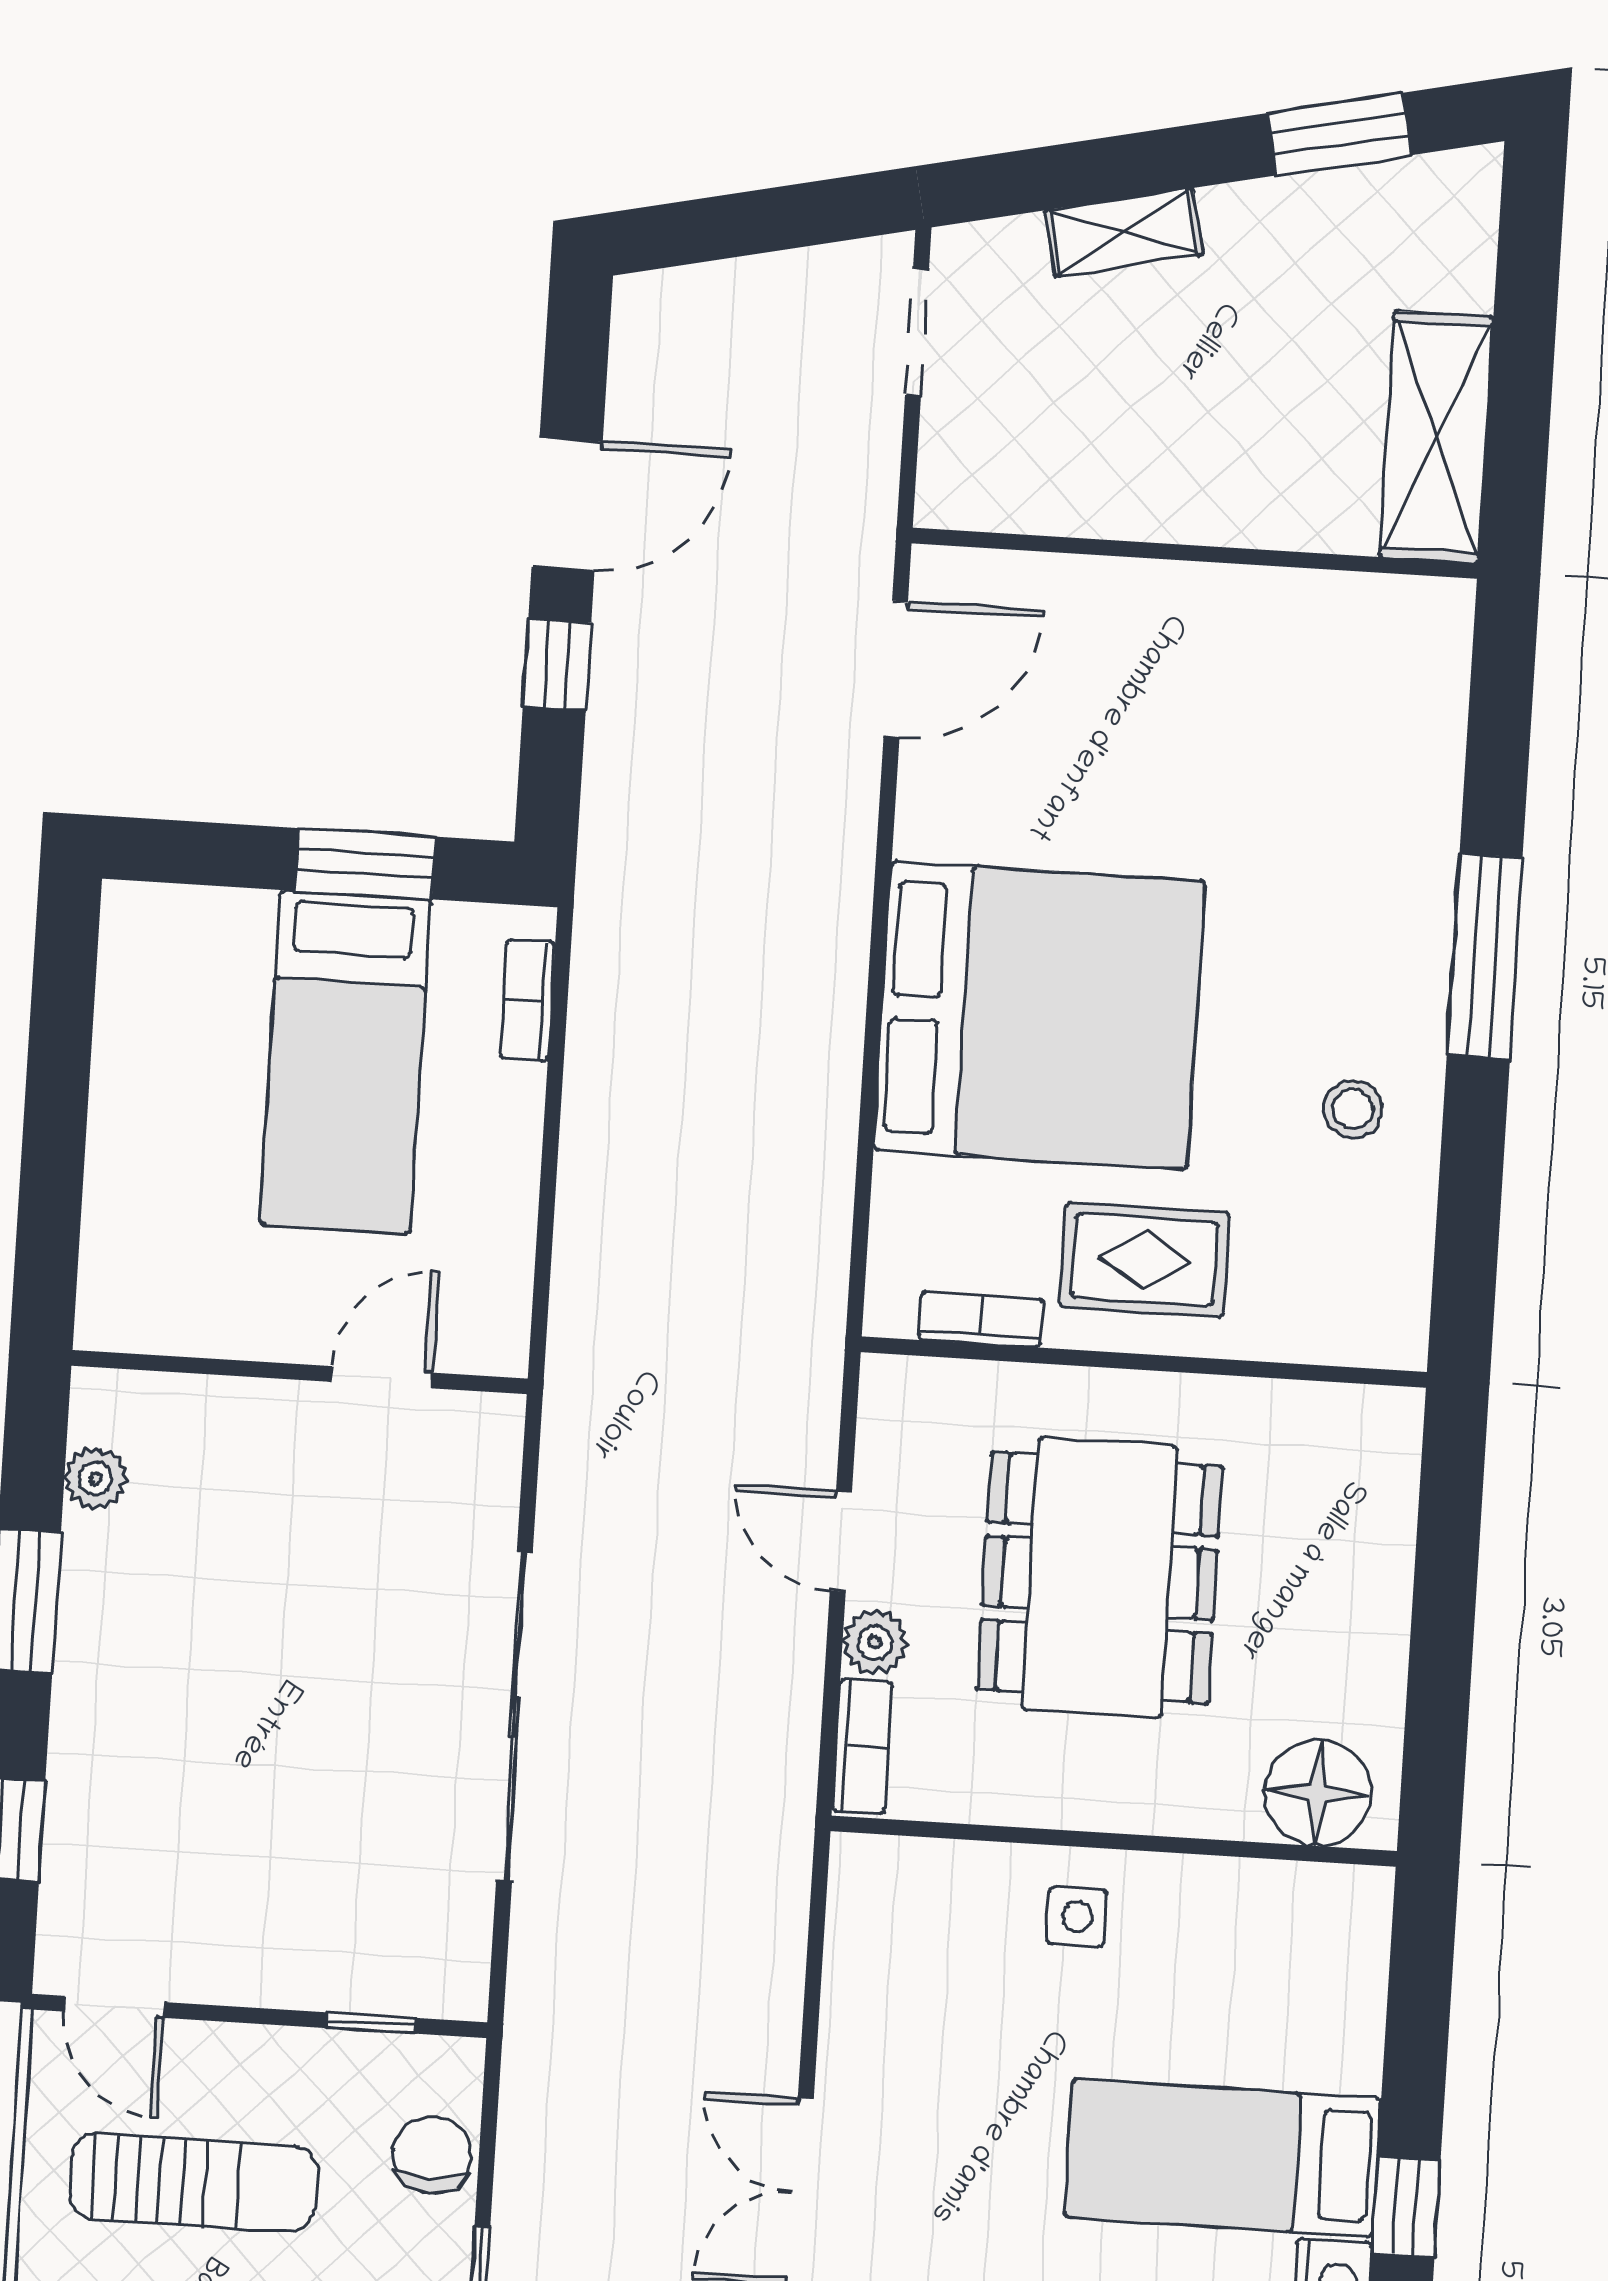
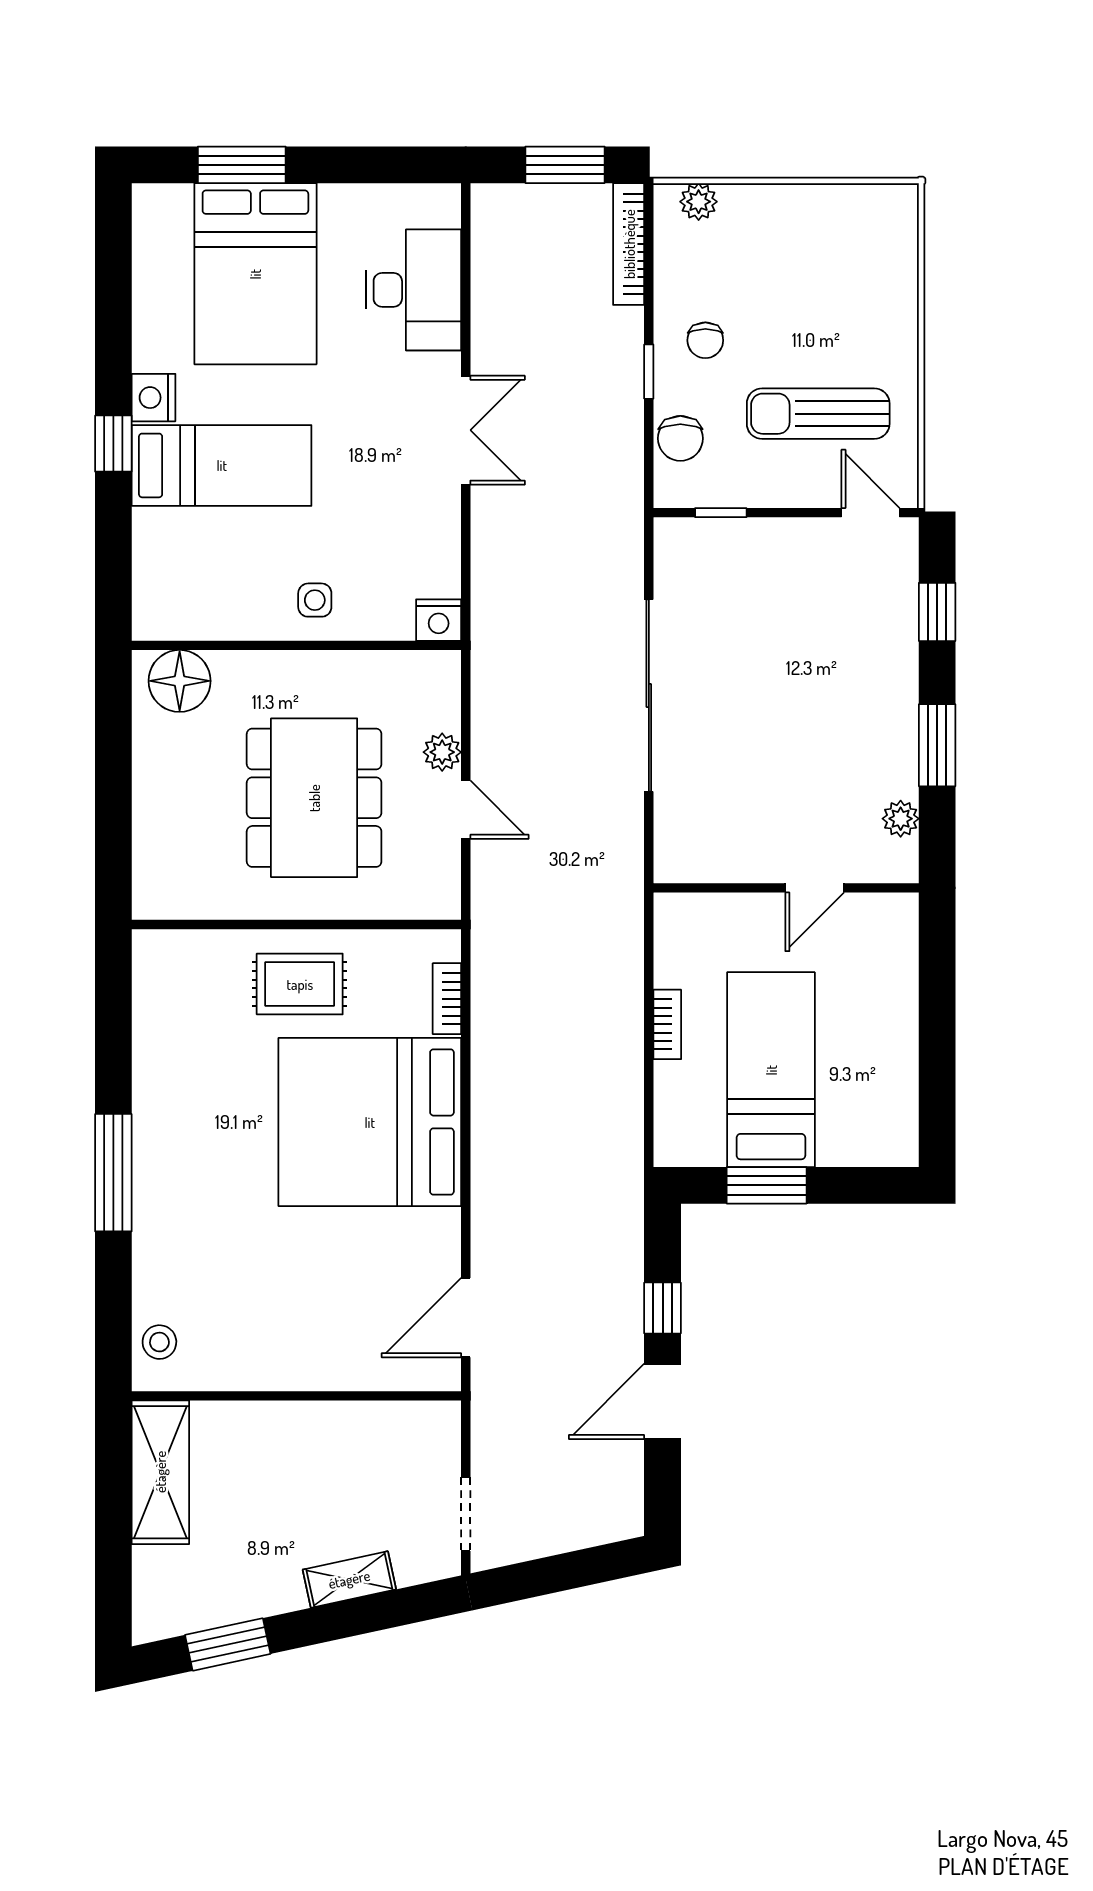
bookcase: (528, 1000) -> (667, 1024), moved
stool: (1353, 1109) -> (159, 1342), moved
bookcase: (981, 1319) -> (447, 999), moved, turned 90
door: (382, 1377) -> (815, 888), moved
bookcase: (862, 1747) -> (446, 691), removed
nightstand: (867, 1869) -> (439, 620), added

